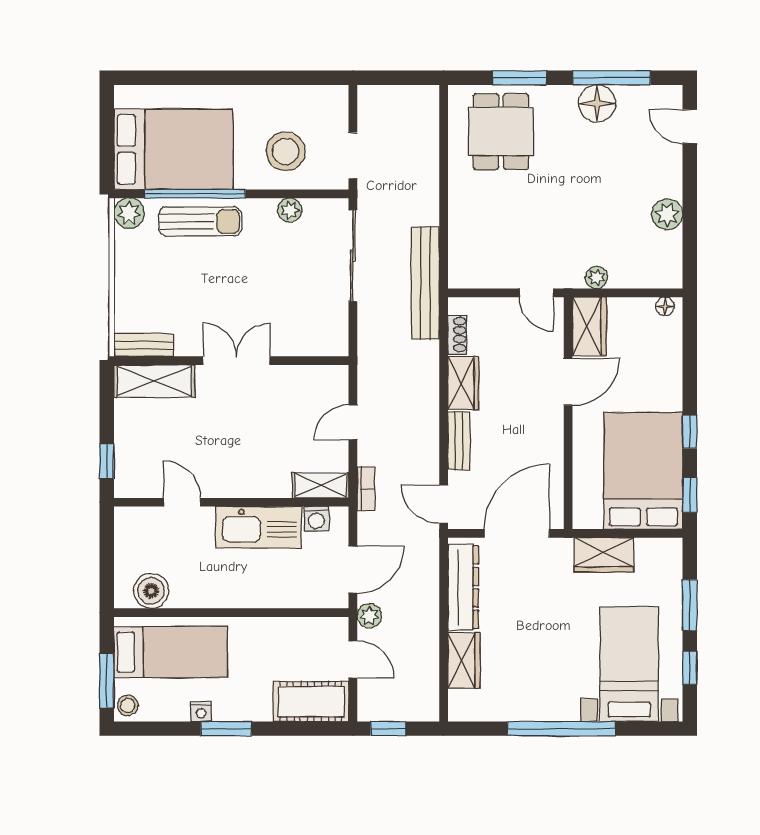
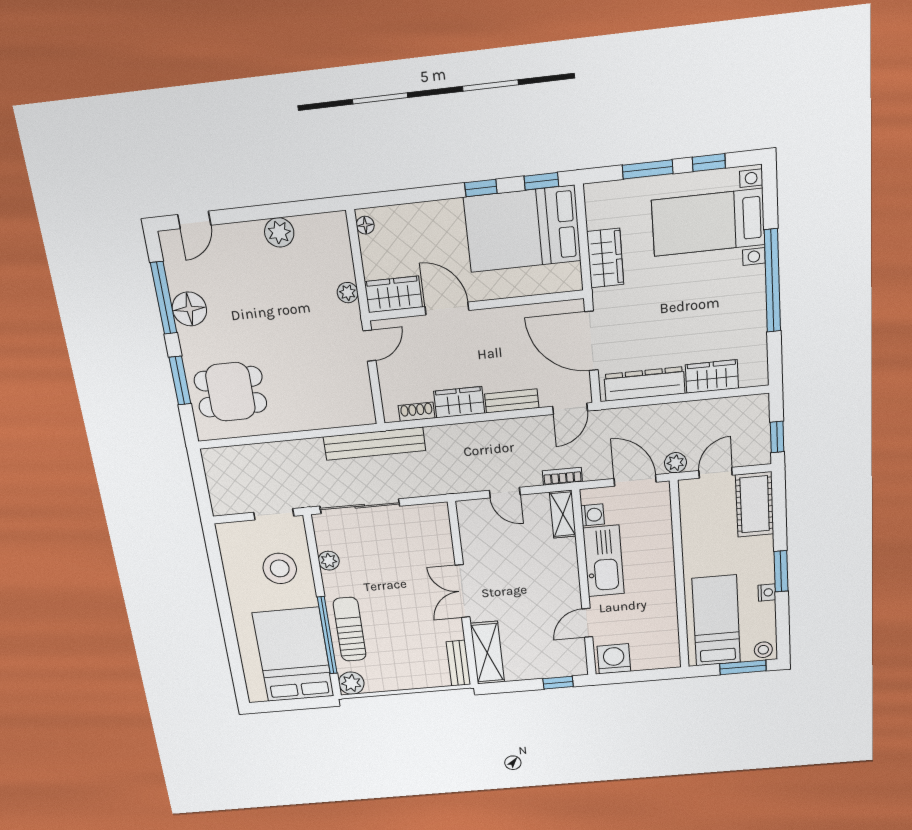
washing machine: (132, 530) -> (614, 659), added
boiler: (151, 591) -> (665, 640), removed

